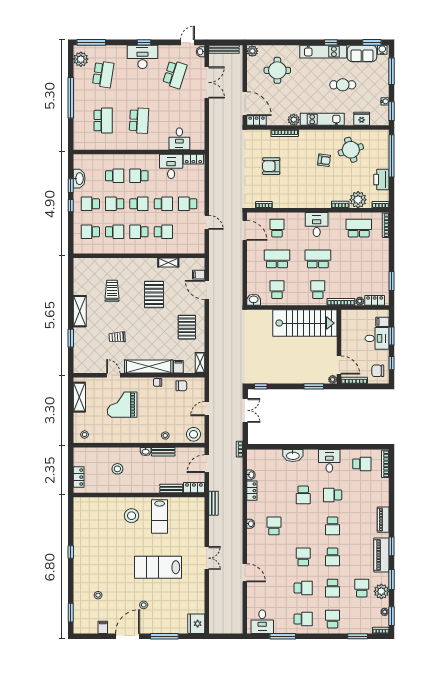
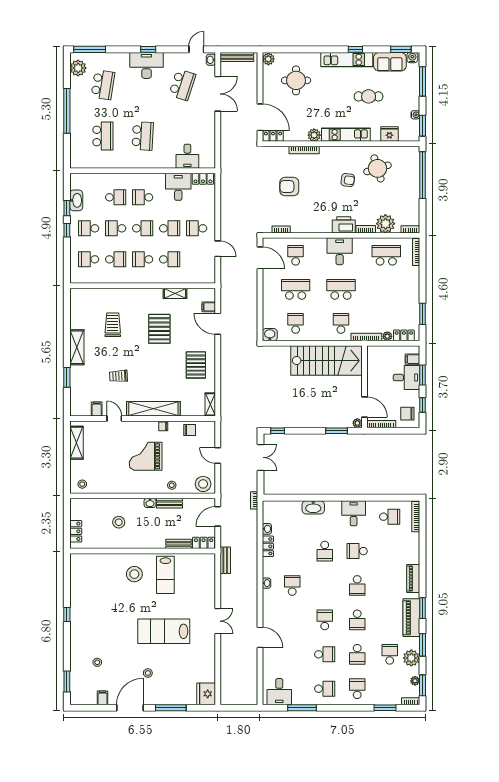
printer: (381, 180) -> (344, 225), moved, turned 90
filing cabinet: (178, 367) -> (97, 409), moved
grand piano: (122, 405) -> (146, 456), moved
door: (207, 409) -> (218, 455), hinge flipped

